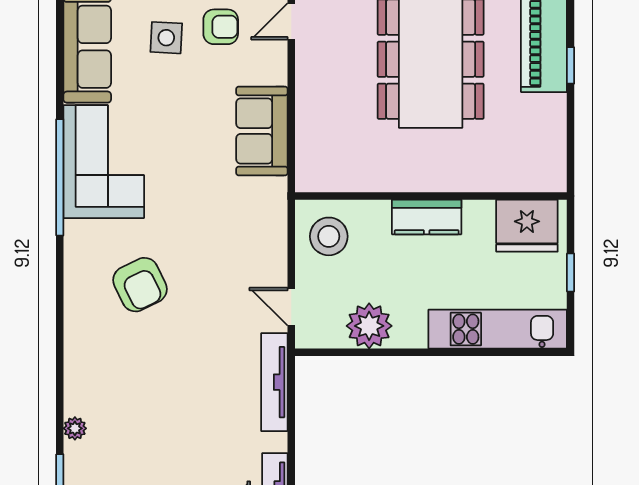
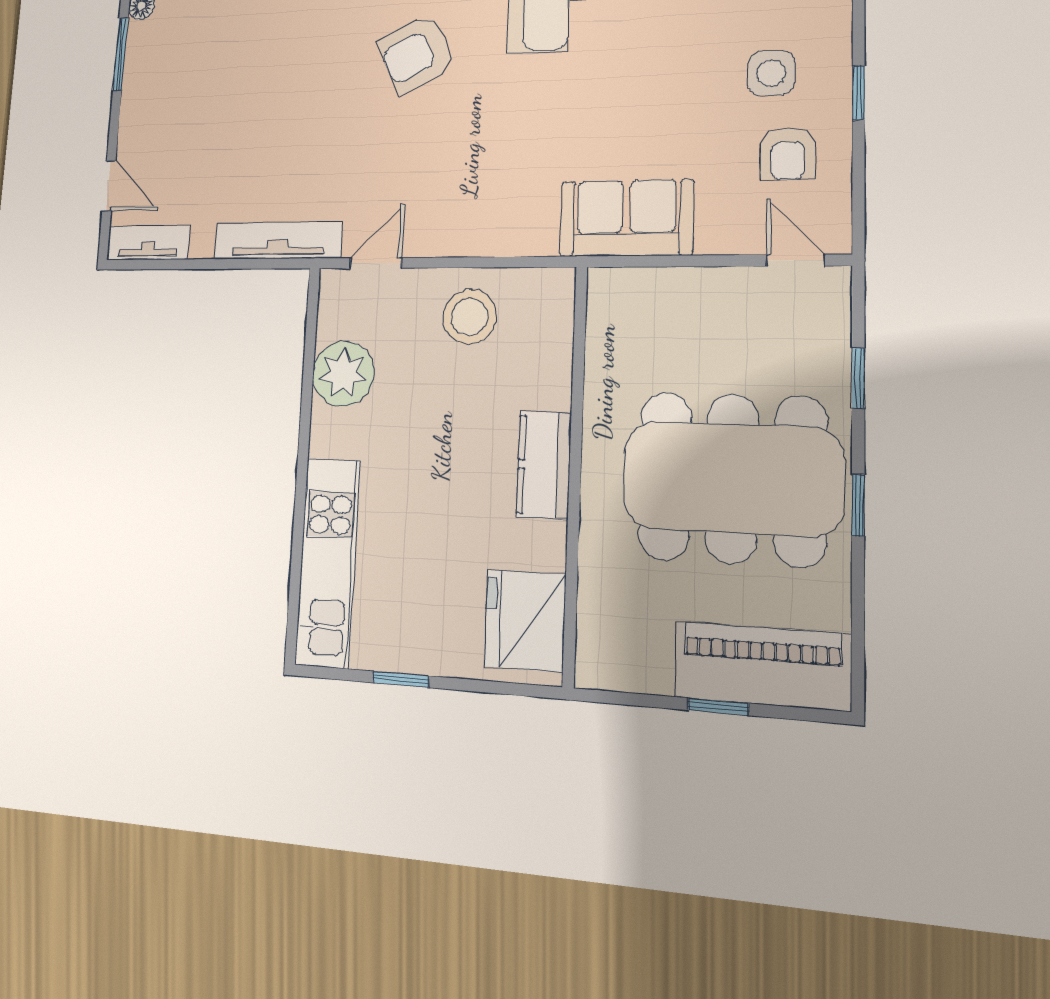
wall: (431, 196) -> (575, 473), moved
kitchen counter: (427, 217) -> (544, 465), moved
fridge: (527, 226) -> (525, 620), moved

